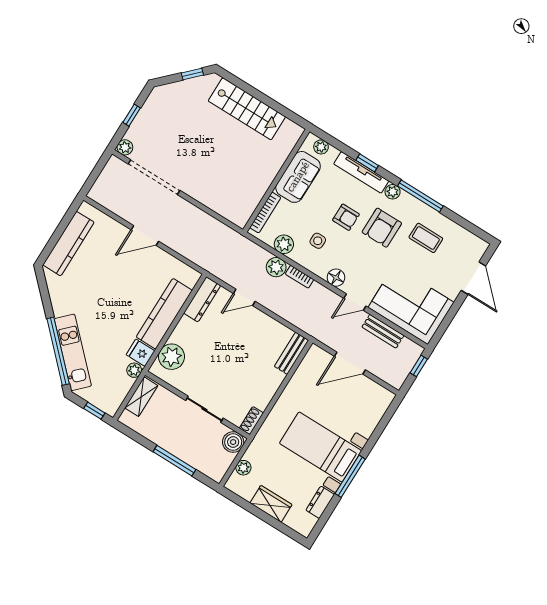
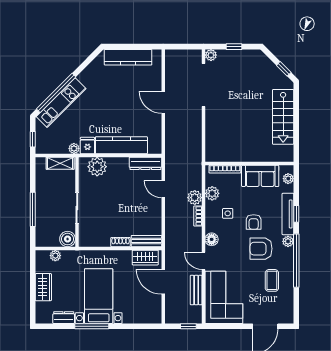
window: (420, 196) -> (296, 261), width x1.46
wardrobe: (310, 366) -> (145, 258), added
shoe rack: (251, 421) -> (121, 242), moved

